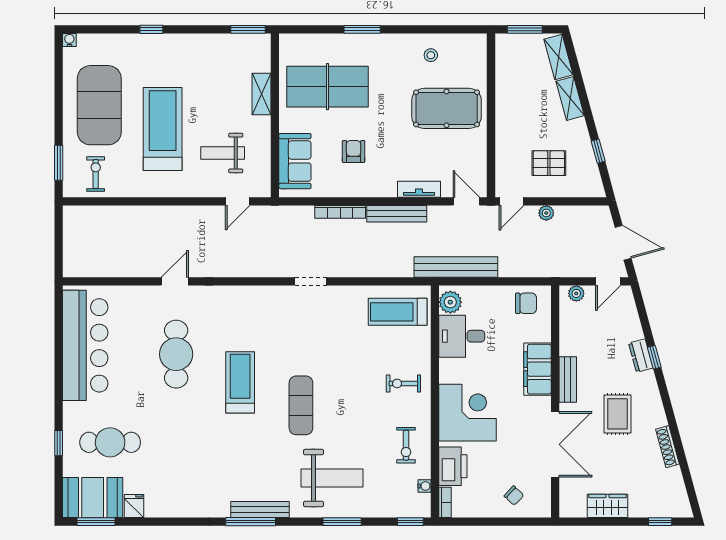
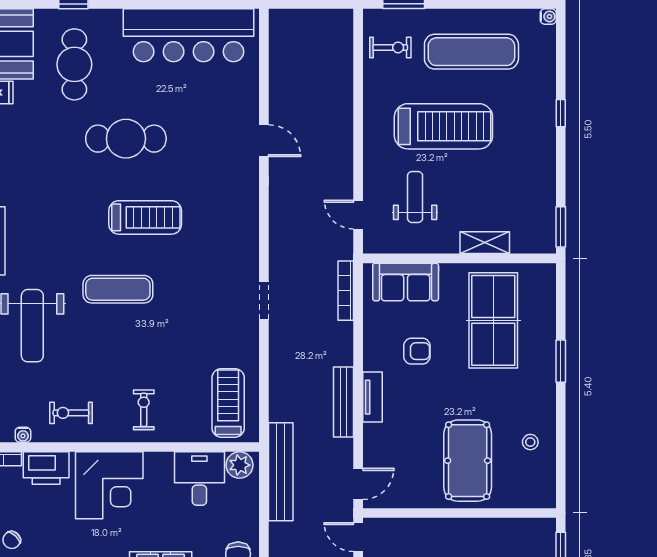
exercise mat: (99, 105) -> (471, 52), width x0.68
tv unit: (419, 189) -> (372, 397), moved
bookcase: (340, 212) -> (346, 291), moved
cafe table: (176, 354) -> (126, 139), moved

